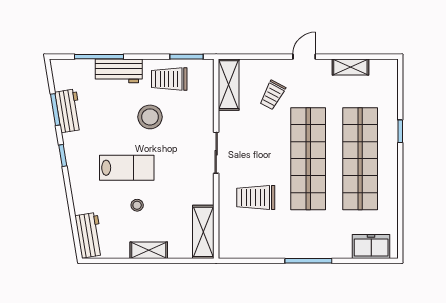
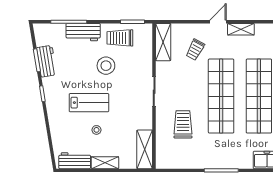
shelving: (350, 67) -> (241, 29), moved
trolley: (256, 198) -> (183, 124), turned 90
workbench: (89, 235) -> (75, 161), moved, turned -81

